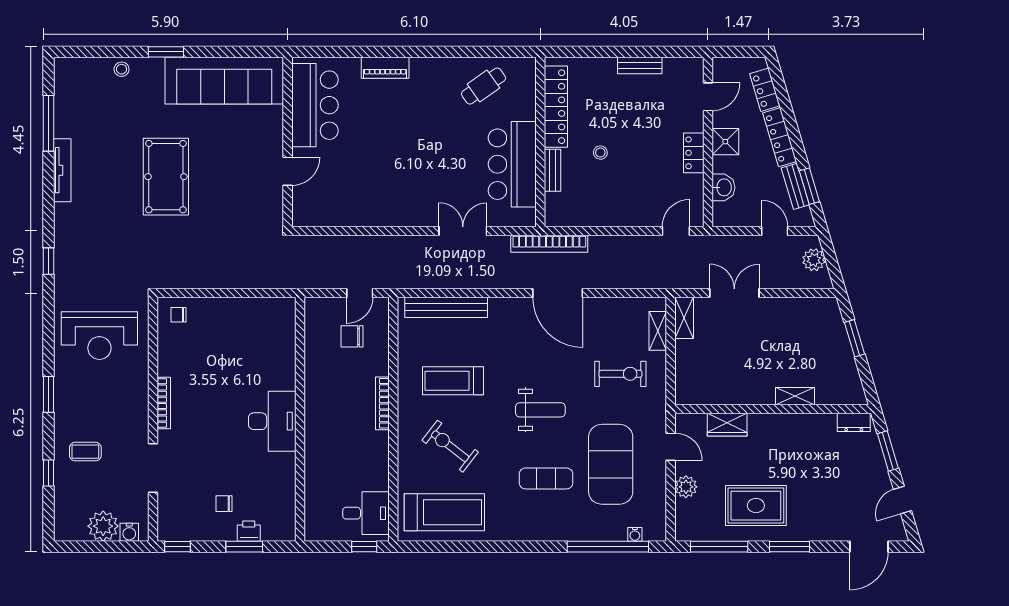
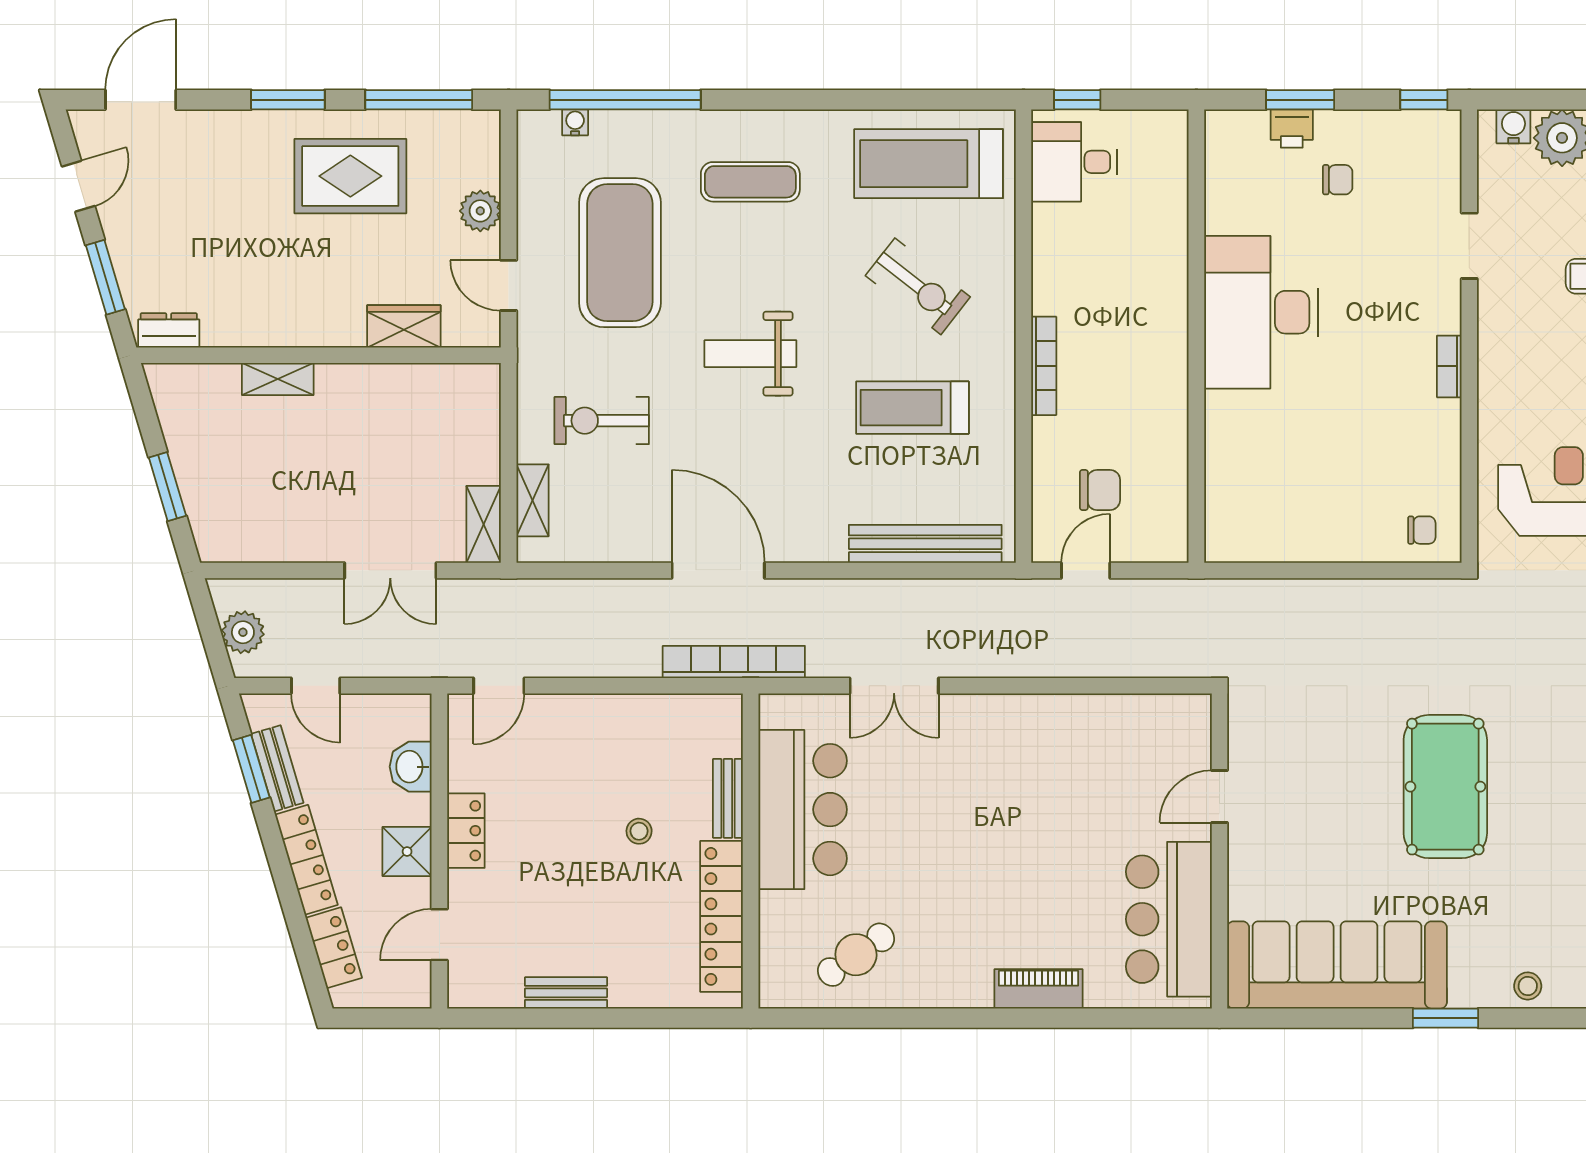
treadmill: (453, 381) -> (912, 408), turned 180
bookcase: (164, 403) -> (1449, 366), width x0.64
desk: (272, 421) -> (1261, 312), width x1.36, depth x1.30
doorway: (153, 468) -> (1469, 246), width x0.73
exercise mat: (546, 478) -> (750, 182), moved

